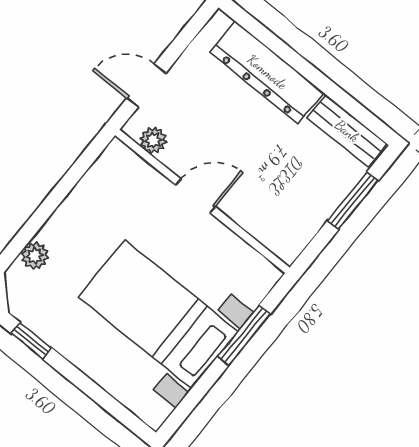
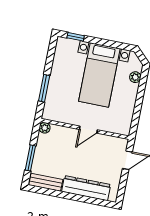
plant: (153, 140) -> (45, 128), moved
bed with nightstands: (158, 314) -> (99, 75), moved, turned 90
window: (31, 341) -> (76, 37), moved

